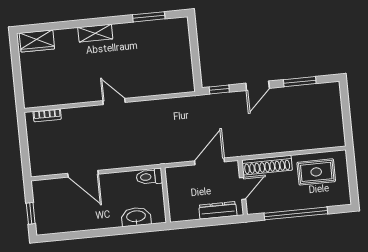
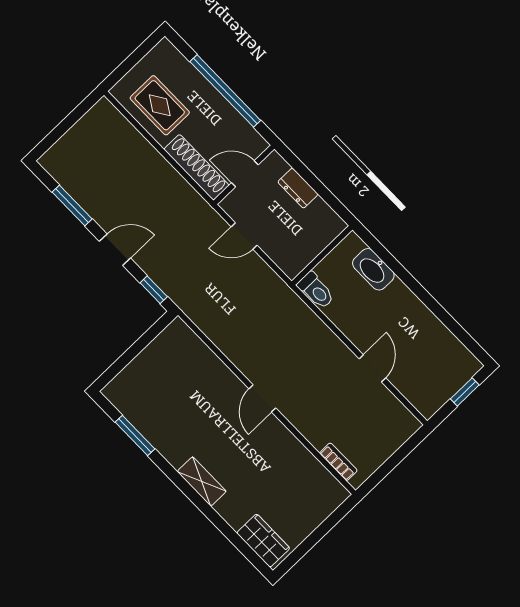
door: (209, 161) -> (244, 236), width x0.73
door: (83, 174) -> (372, 368), width x0.73
dresser: (218, 210) -> (298, 188), width x0.70

